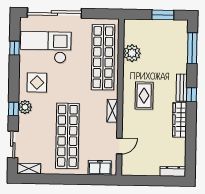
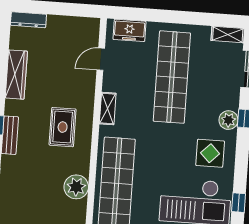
wardrobe: (180, 120) -> (16, 75), moved

